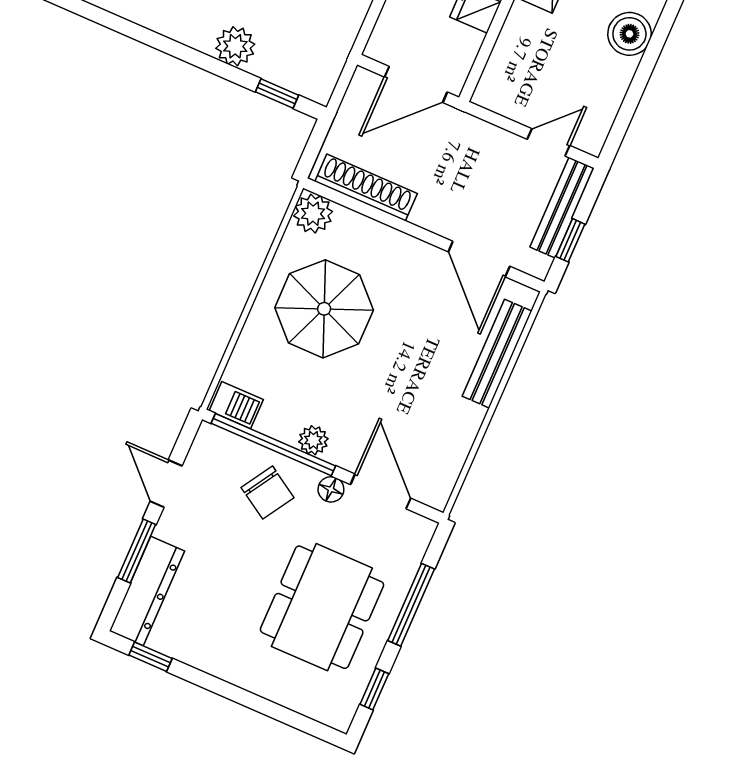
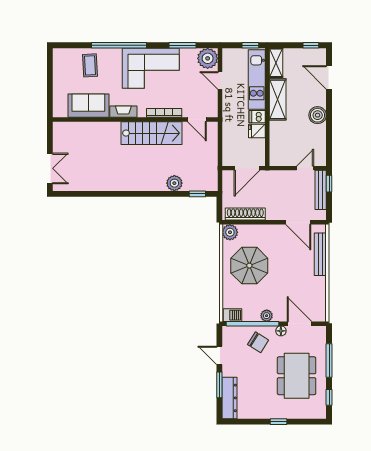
window: (570, 240) -> (329, 184), moved
window: (151, 657) -> (279, 422), moved

